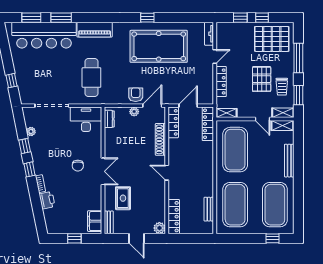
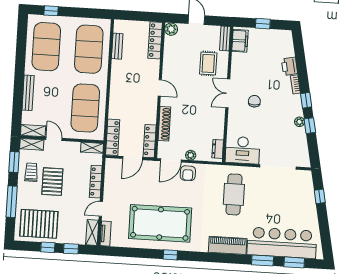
shelving: (221, 34) -> (92, 232), added
plant: (31, 132) -> (299, 122), moved

